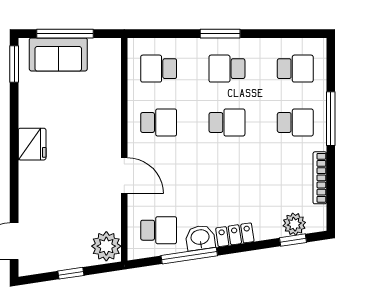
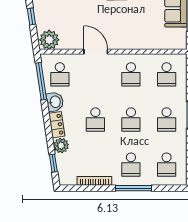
school desk: (159, 69) -> (167, 74), turned 180
school desk: (227, 69) -> (167, 119), turned 180
door: (124, 176) -> (96, 52), swing flipped
school desk: (227, 176) -> (95, 119), added
plant: (294, 224) -> (61, 146), moved
window: (189, 256) -> (41, 81), moved

